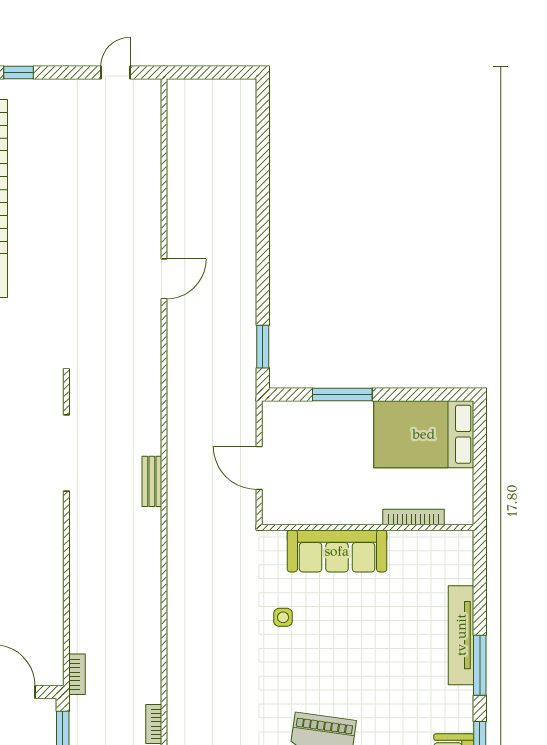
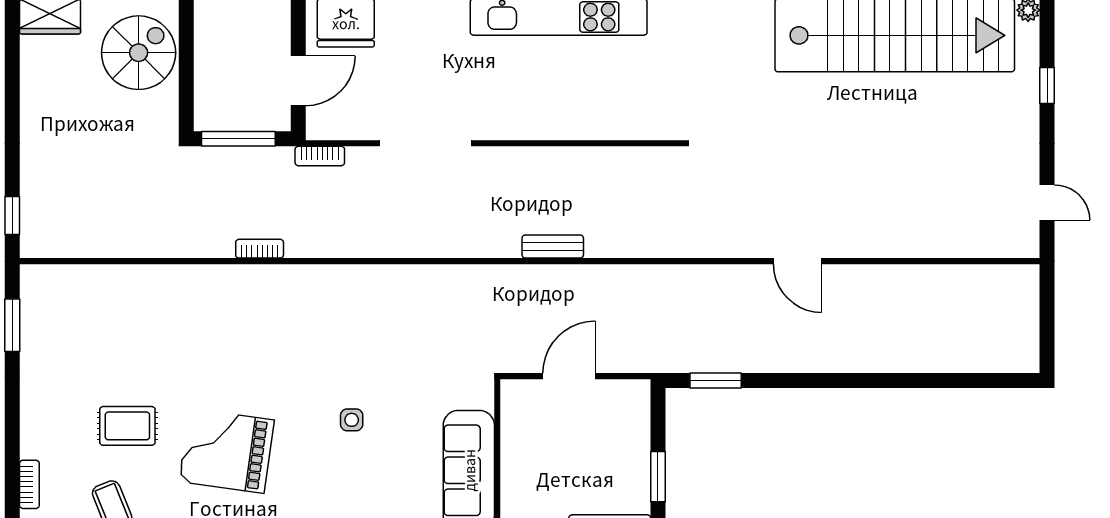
window: (342, 394) -> (658, 477), width x0.69
doorway: (66, 453) -> (425, 143), moved
side table: (283, 617) -> (352, 420), moved

